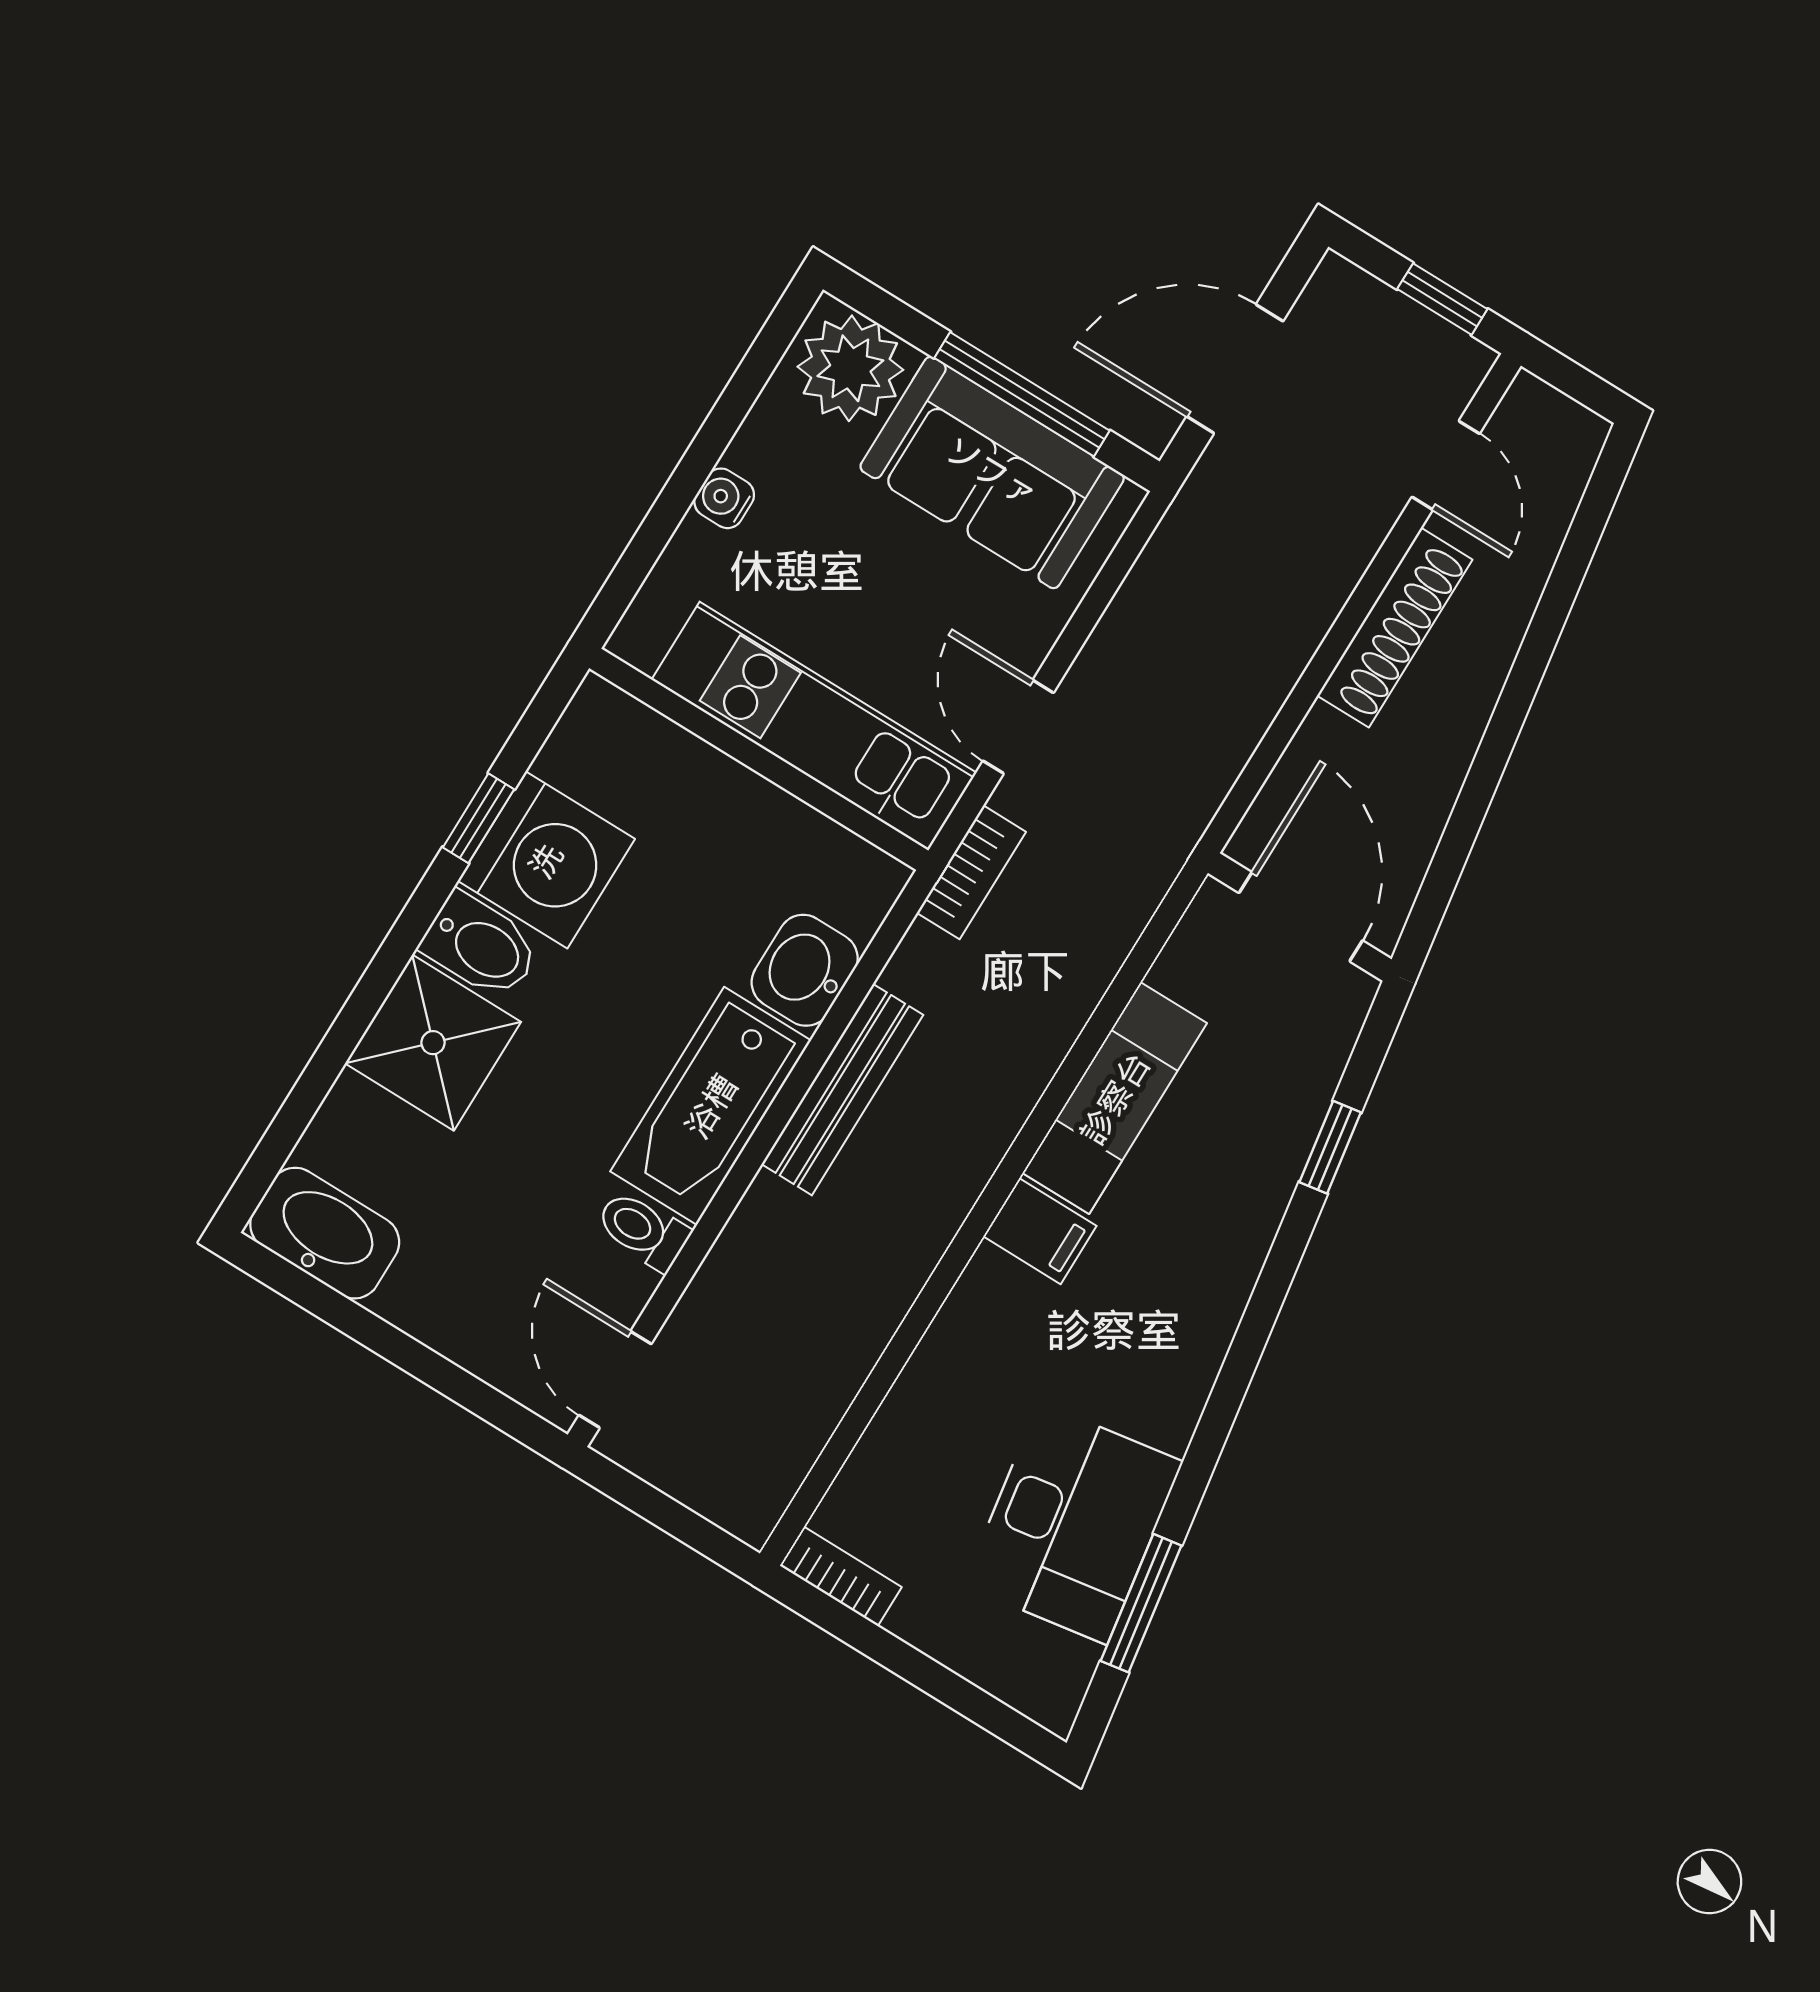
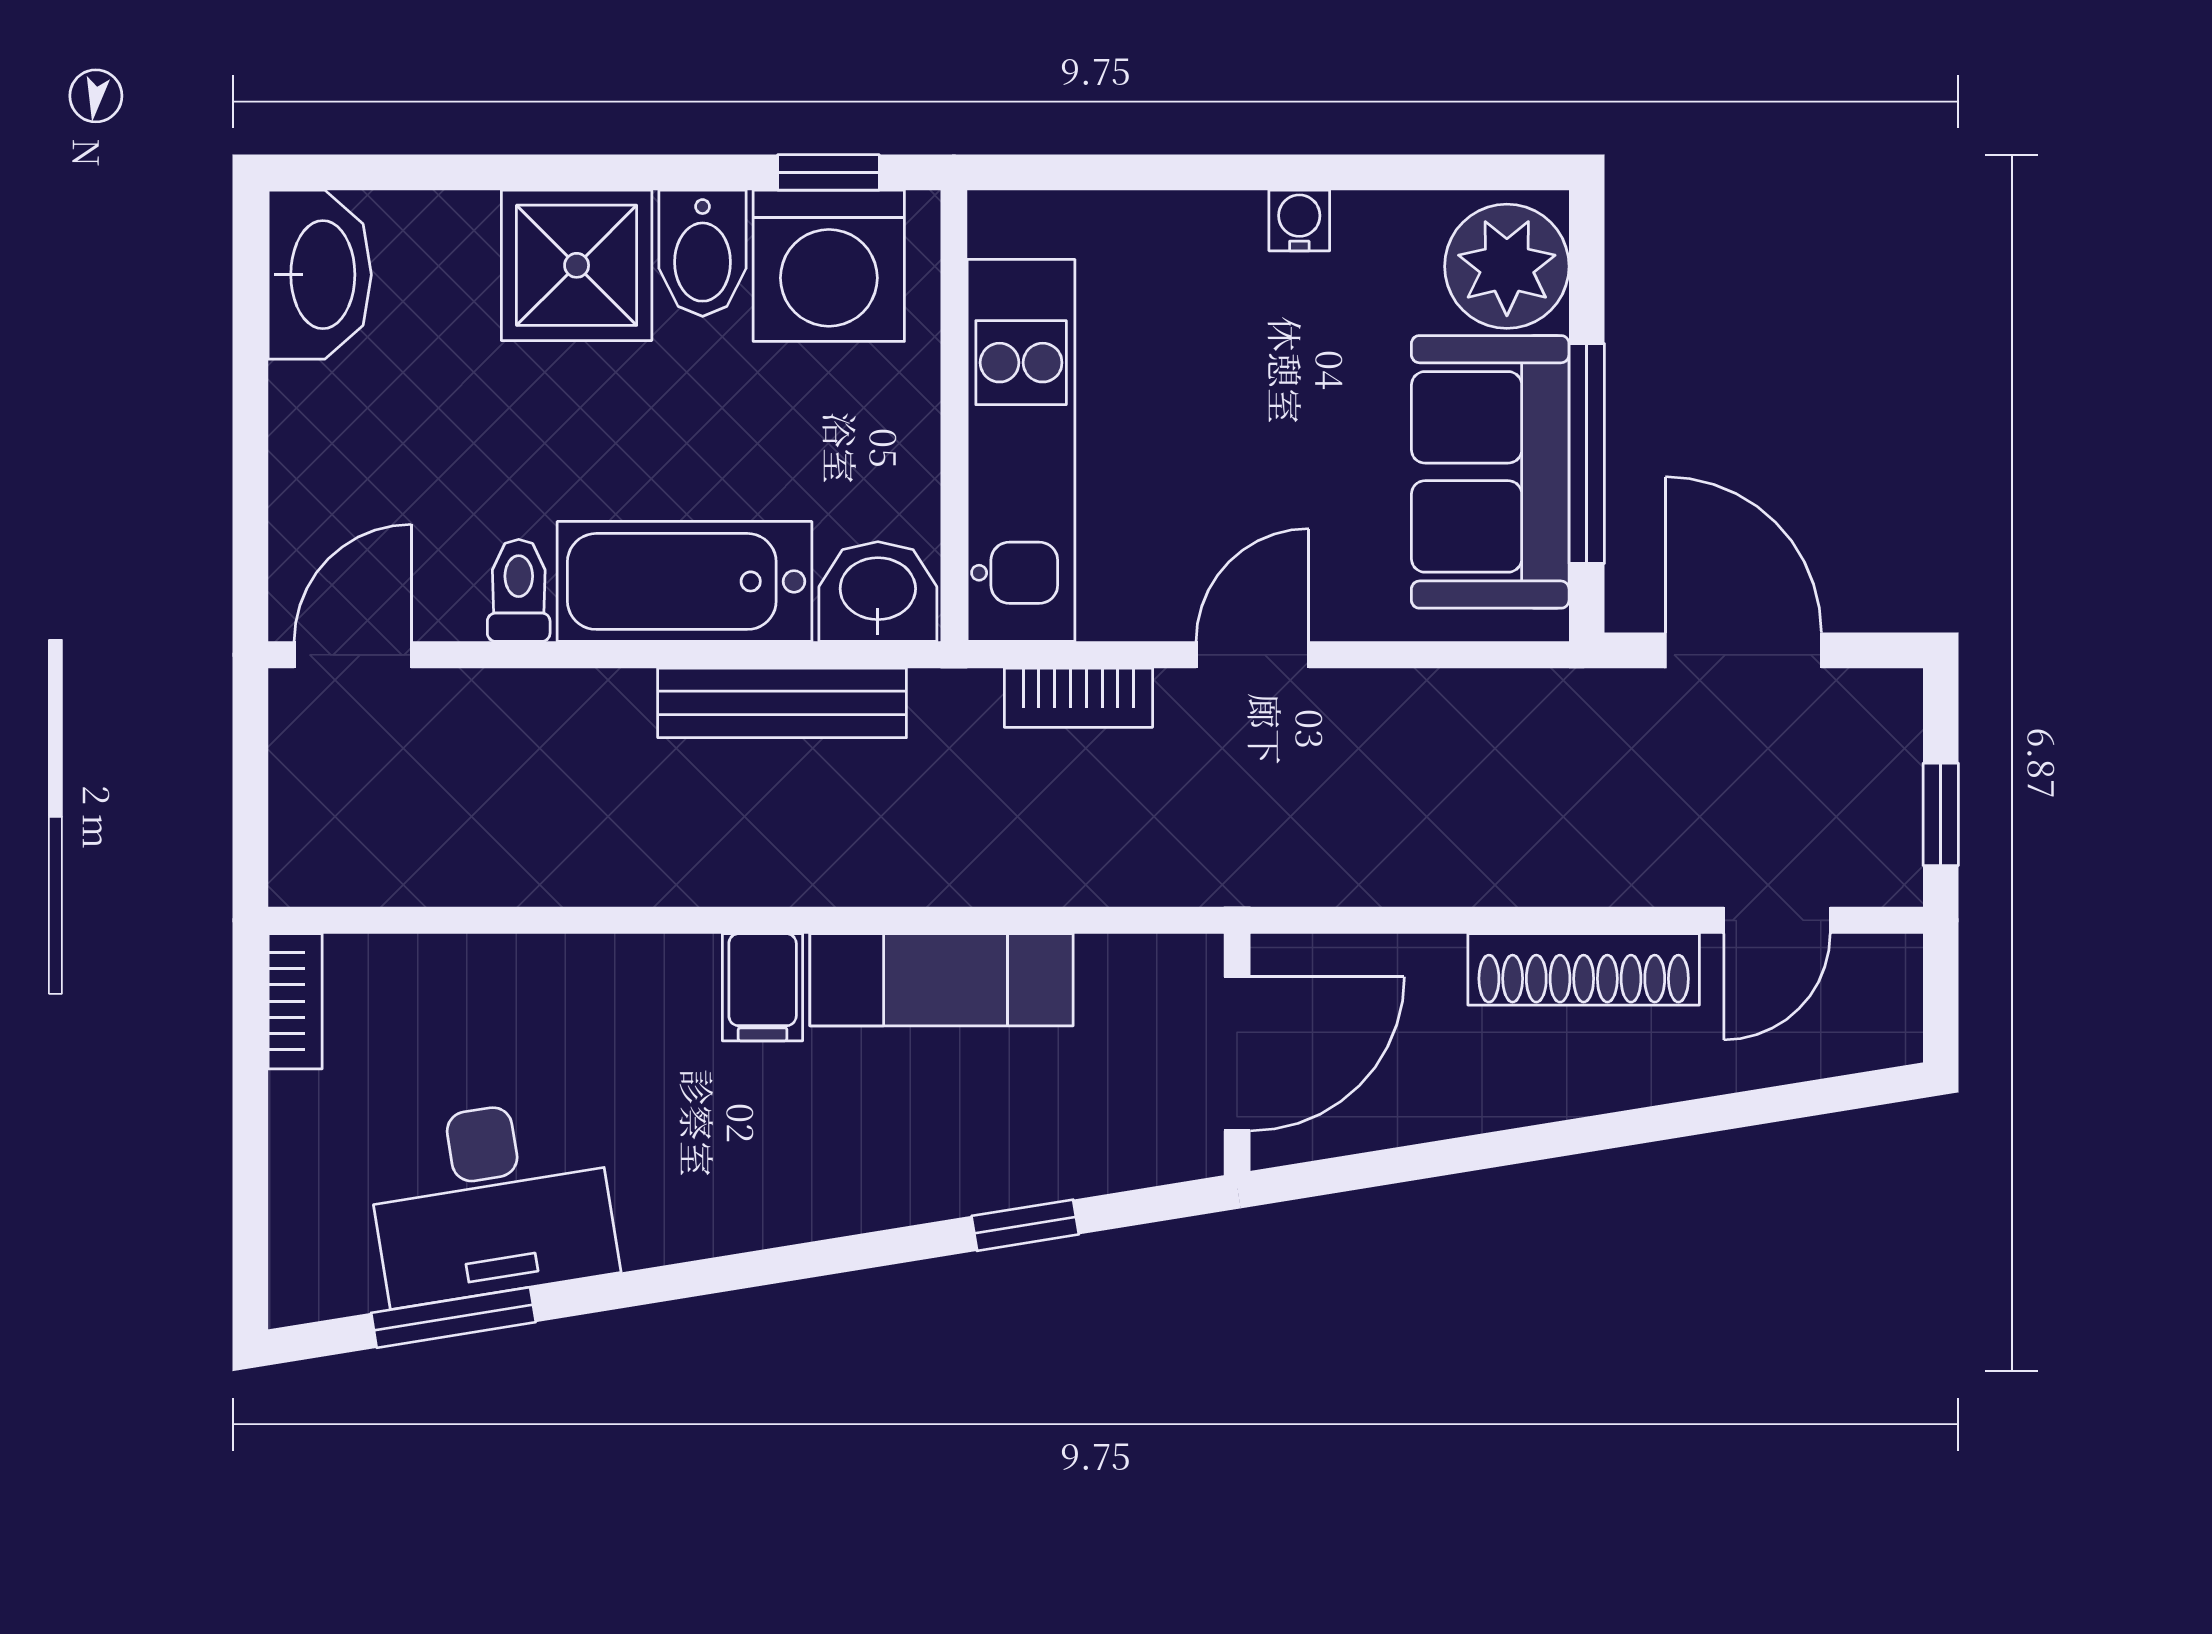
kitchen unit: (814, 726) -> (1021, 450), moved
wall: (759, 759) -> (954, 416), moved

